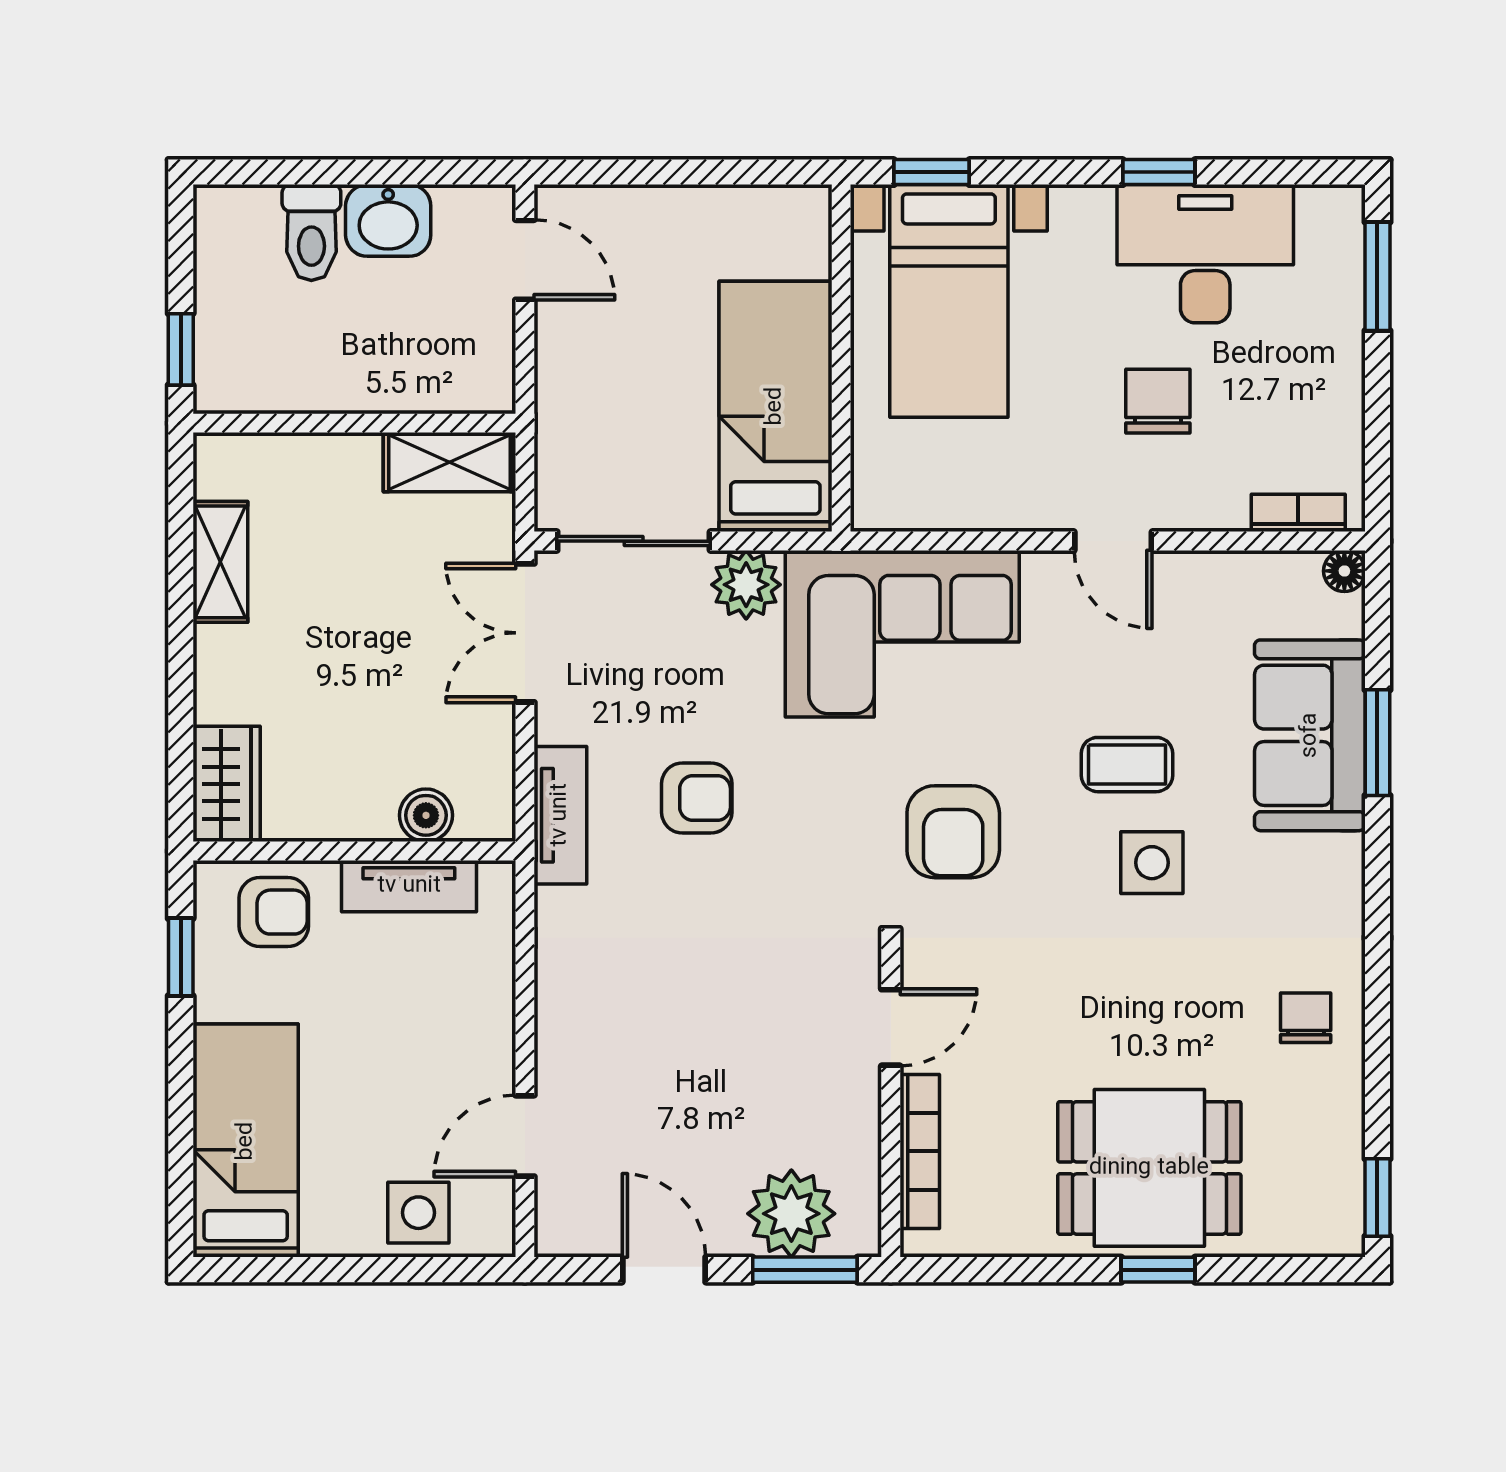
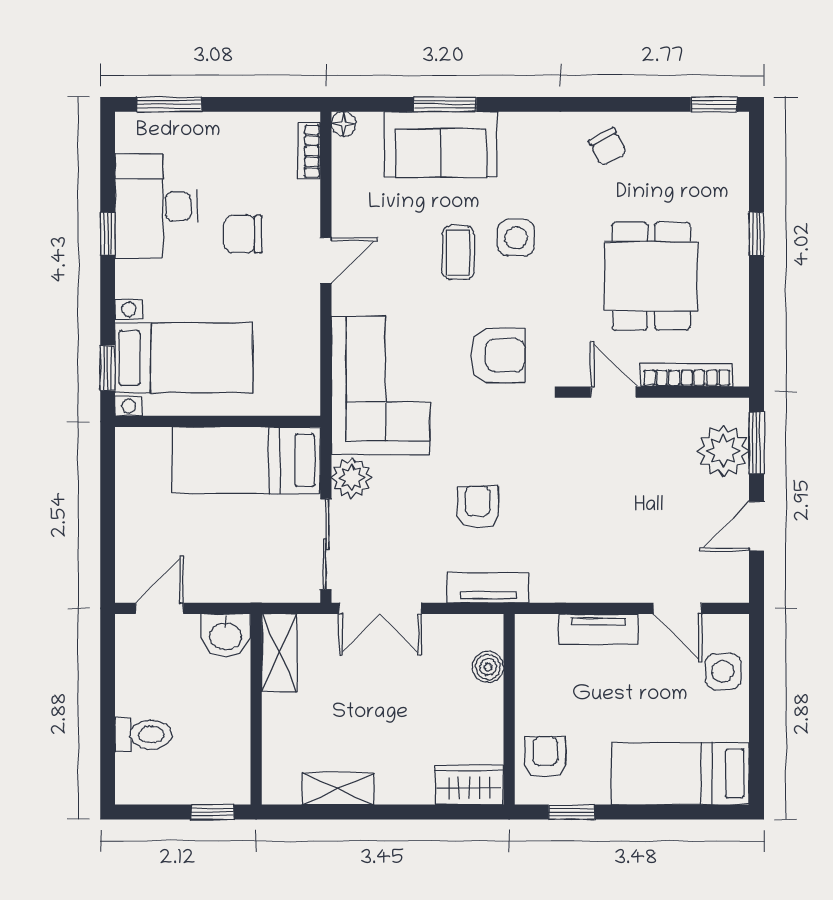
washbasin: (388, 220) -> (225, 635), moved, turned 90
tv unit: (409, 886) -> (598, 629), moved, turned 90
chair: (1306, 1018) -> (608, 147), turned -117
dining table: (1149, 1168) -> (651, 276), moved

